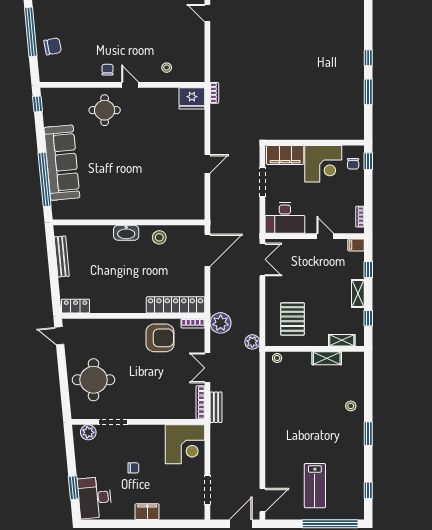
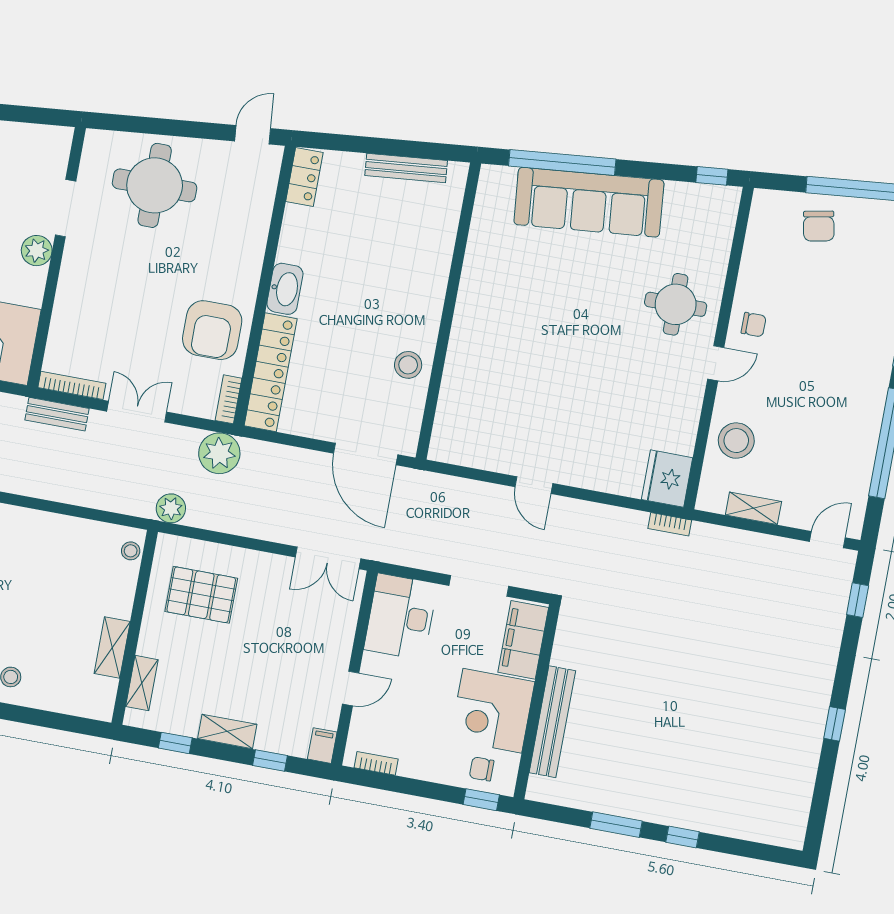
shelving: (199, 53) -> (753, 508), added
stool: (167, 68) -> (736, 441), width x1.89, depth x1.89
bench: (323, 133) -> (552, 722), added
washbasin: (126, 233) -> (285, 289), moved, turned 180
plant: (88, 432) -> (37, 251), moved

